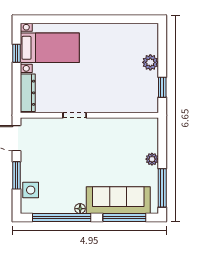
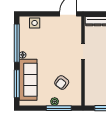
armchair: (123, 148) -> (62, 83), added
window: (16, 175) -> (44, 14), removed
window: (162, 188) -> (59, 108), moved

